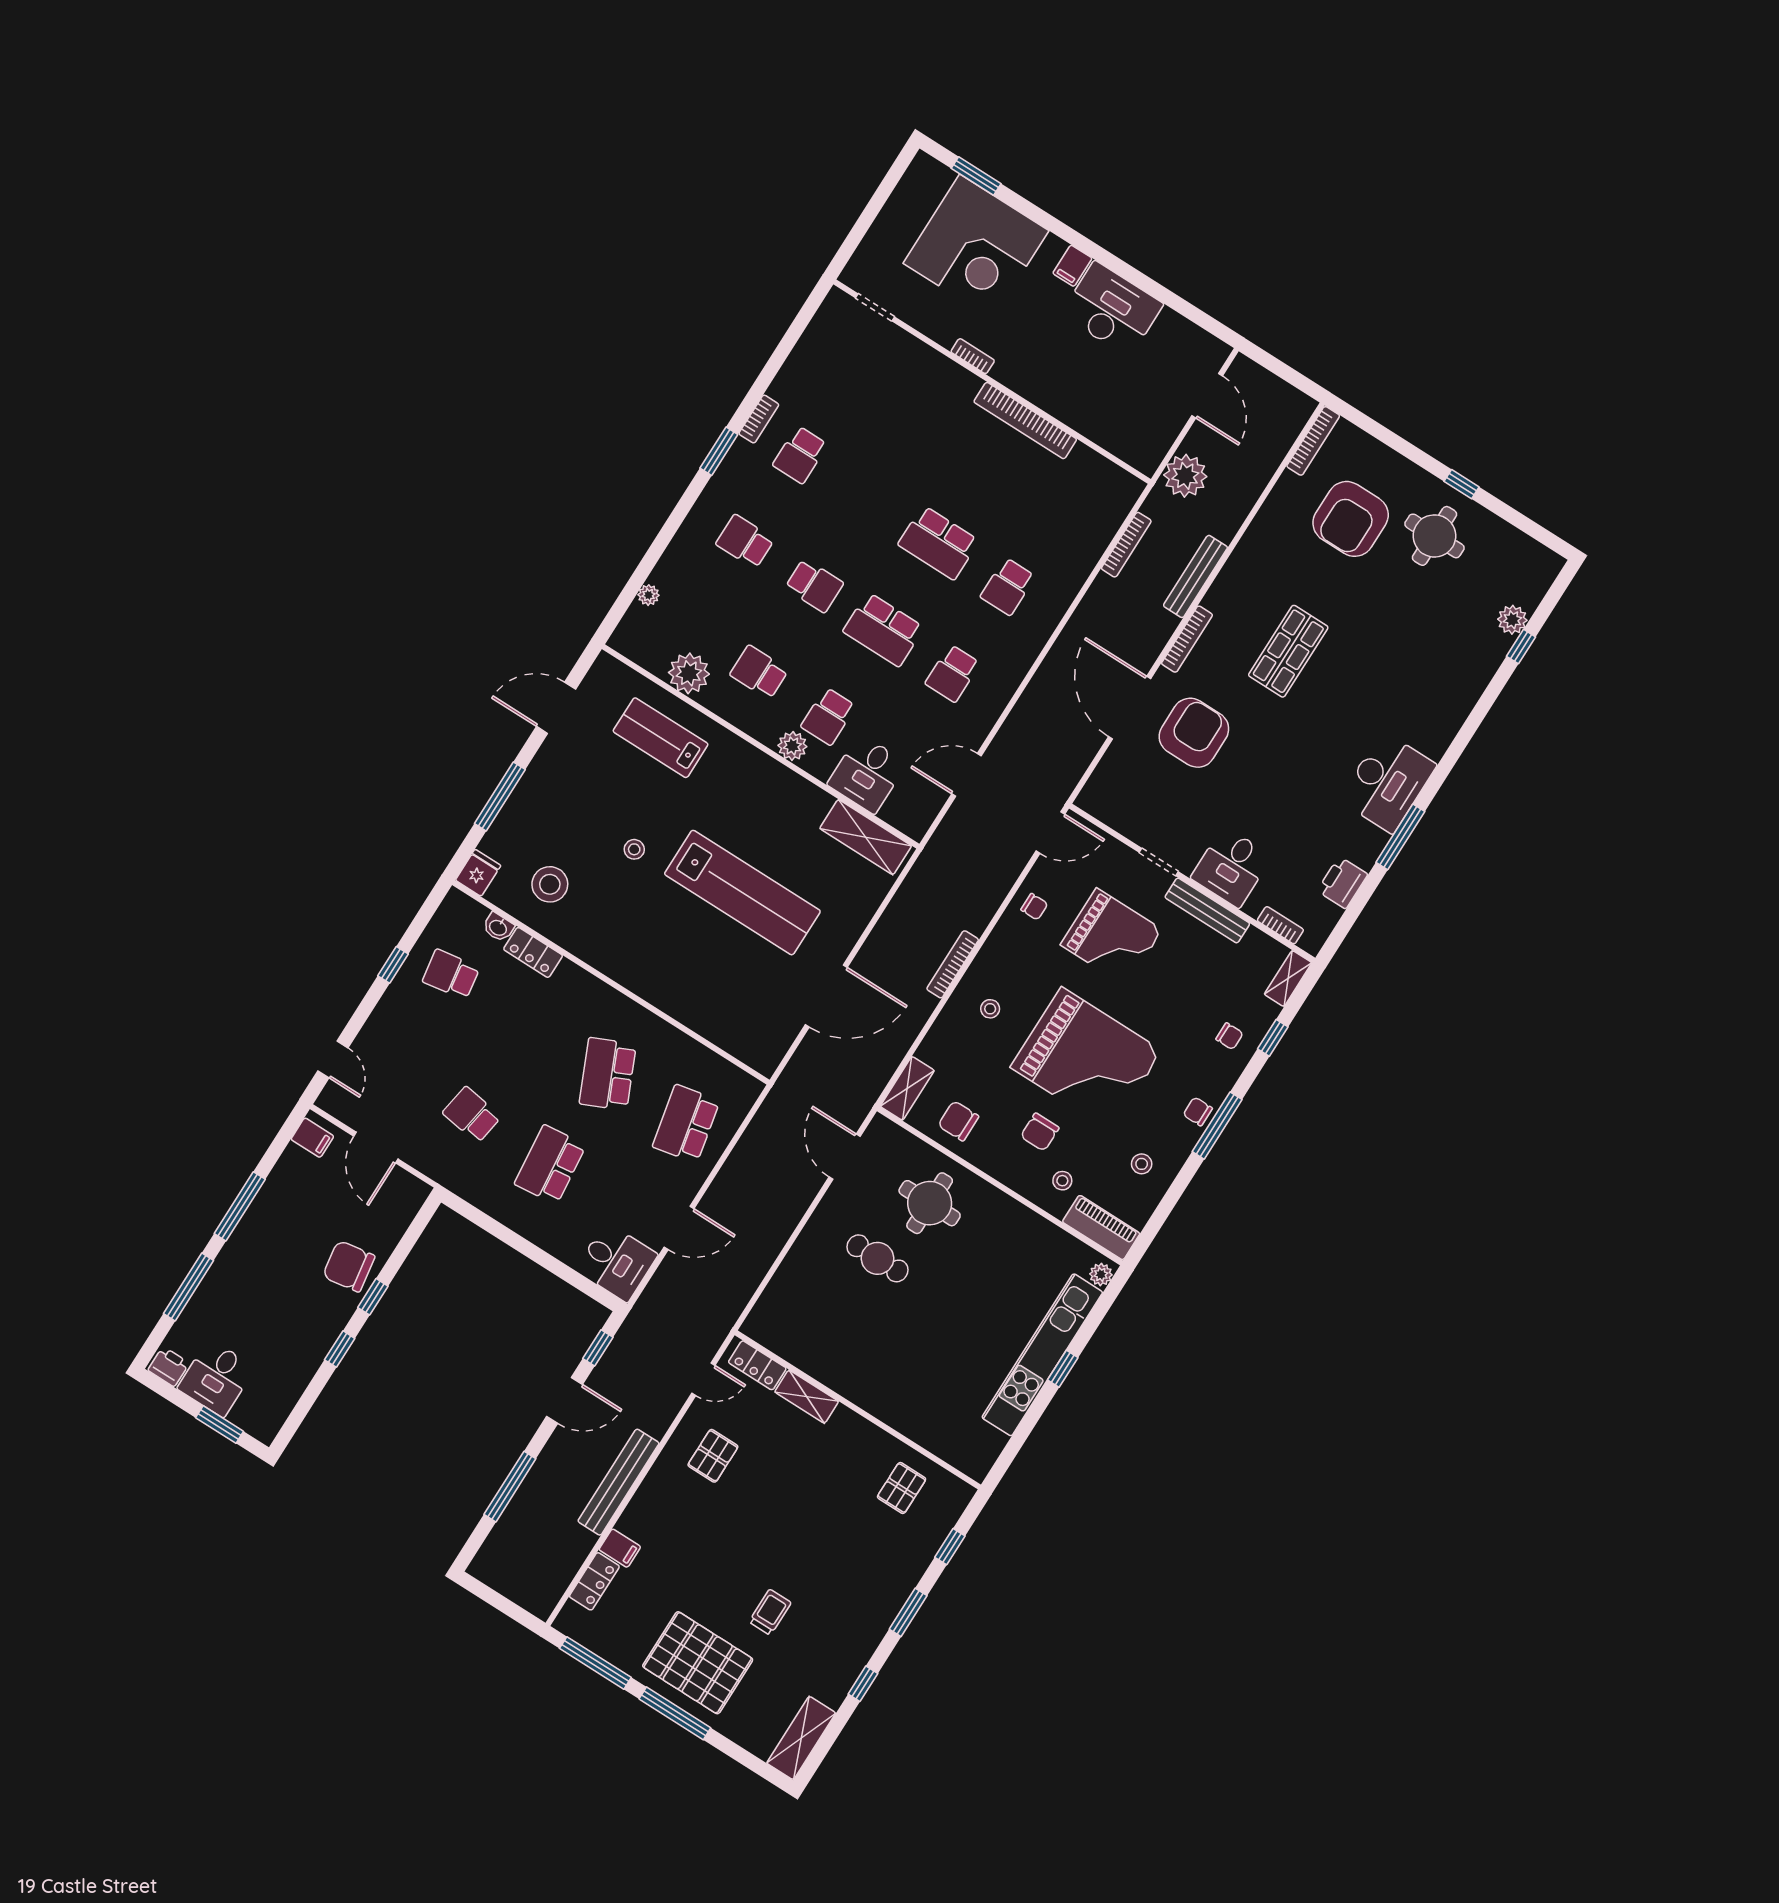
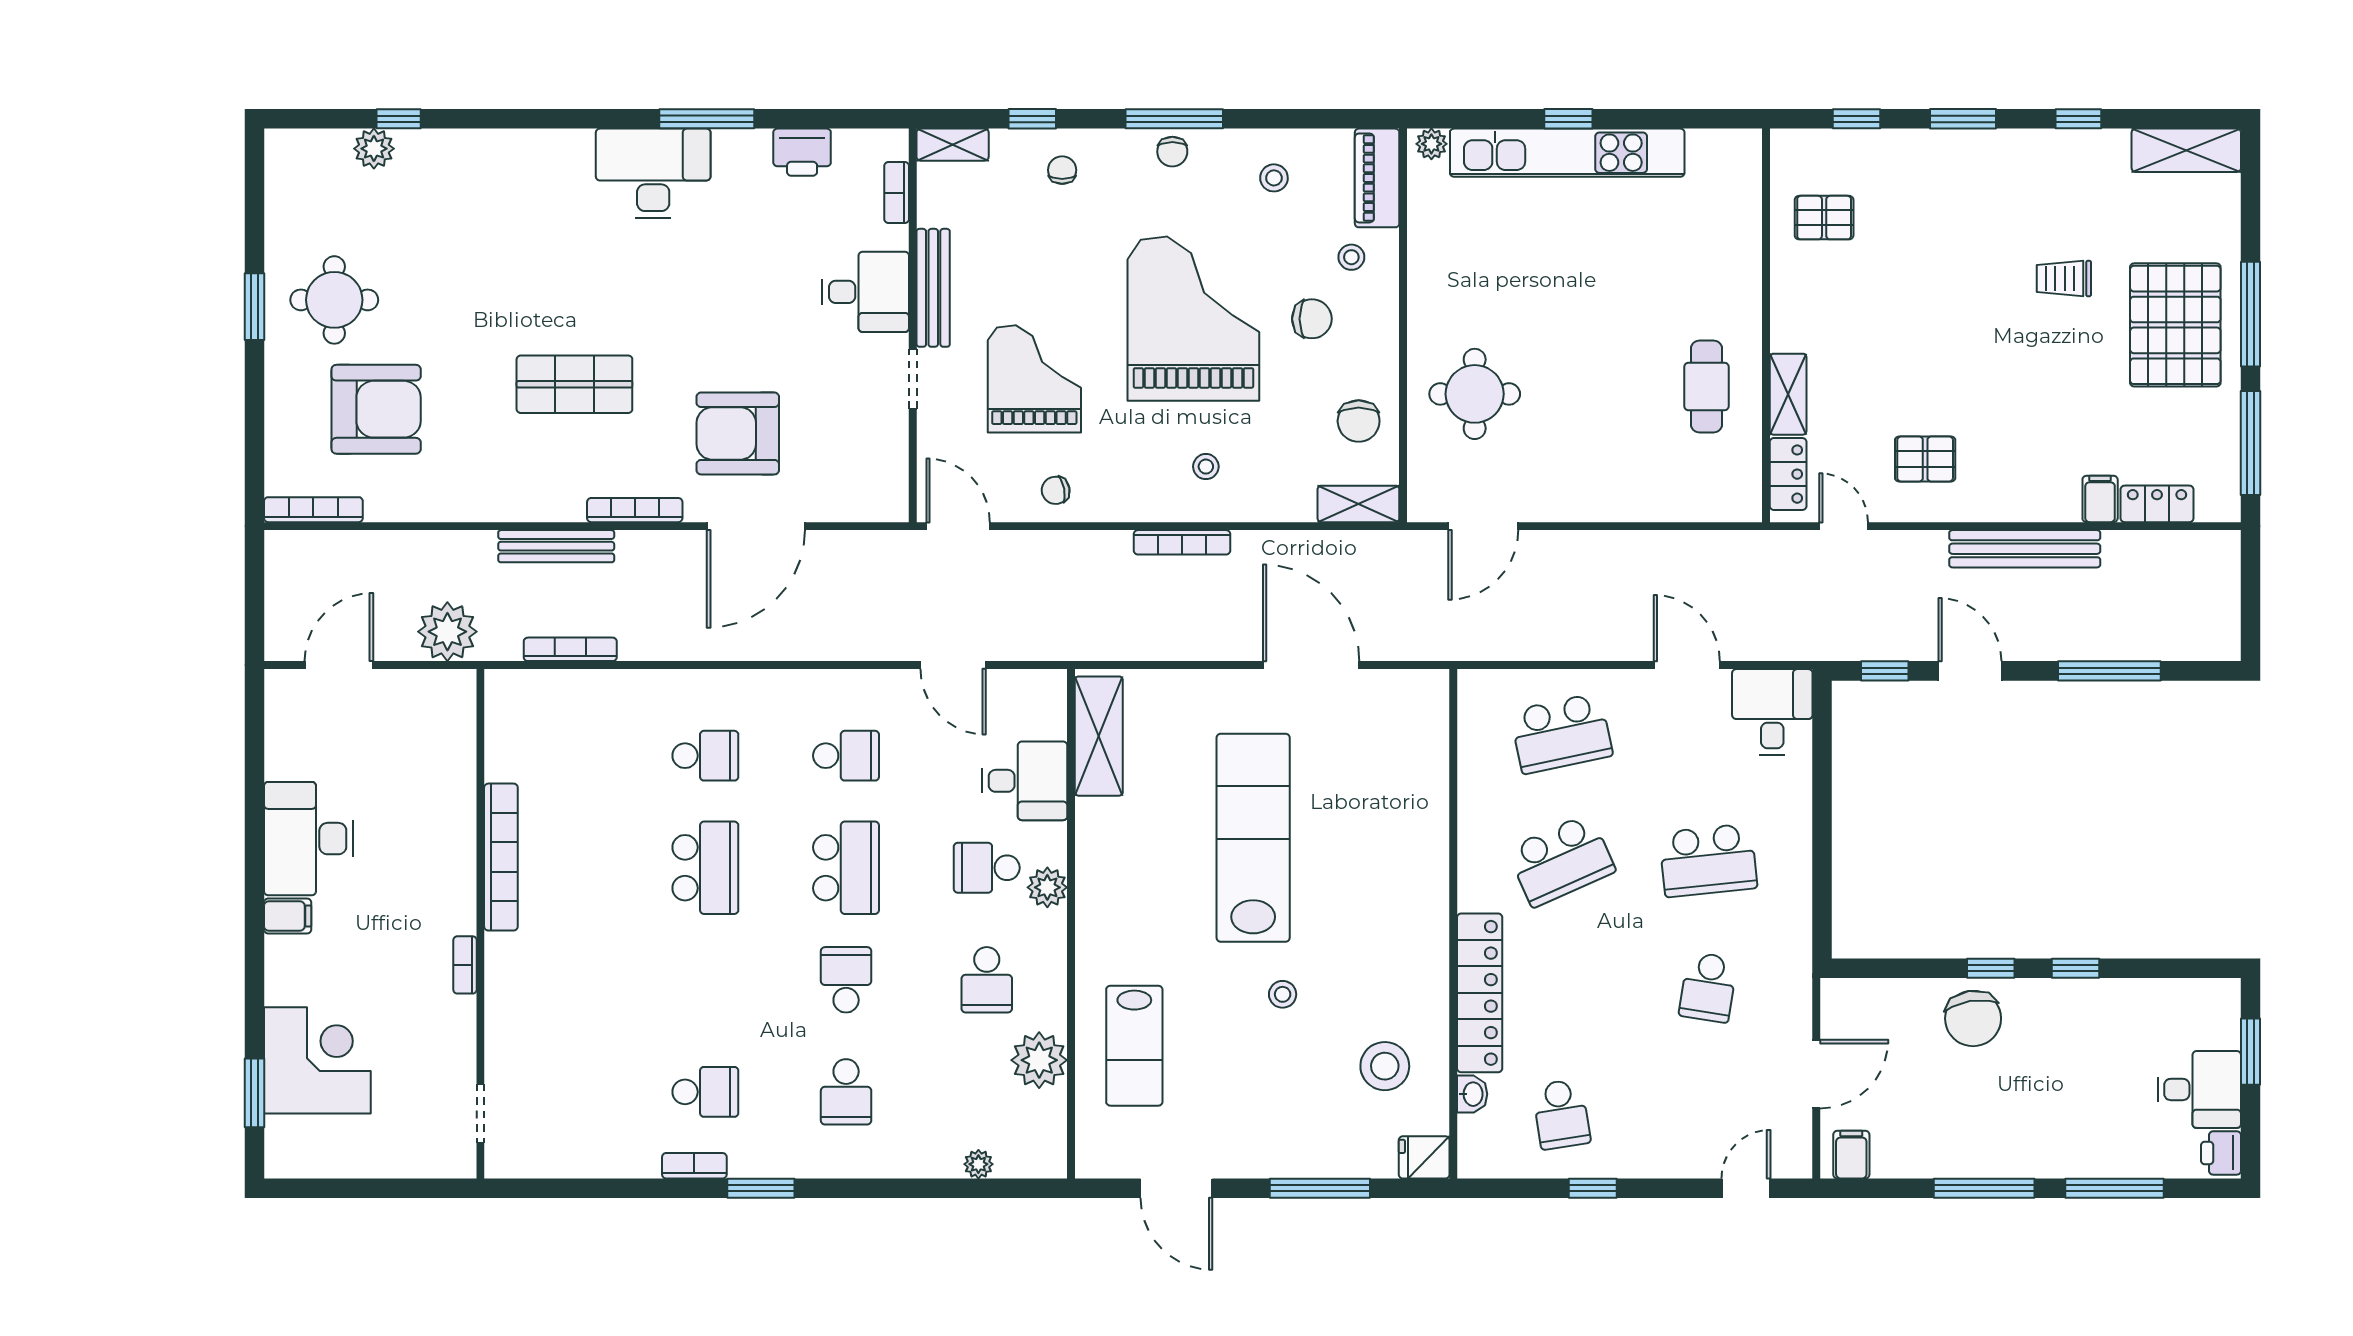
corner desk: (976, 247) -> (317, 1060), width x0.74, depth x0.74
window: (1462, 484) -> (255, 307), width x1.50
school desk: (828, 716) -> (987, 868), turned 180
chair: (1034, 907) -> (1056, 490), turned -101
locker: (533, 952) -> (1480, 993), width x2.16, depth x1.21
cafe table: (877, 1258) -> (1706, 387), moved

